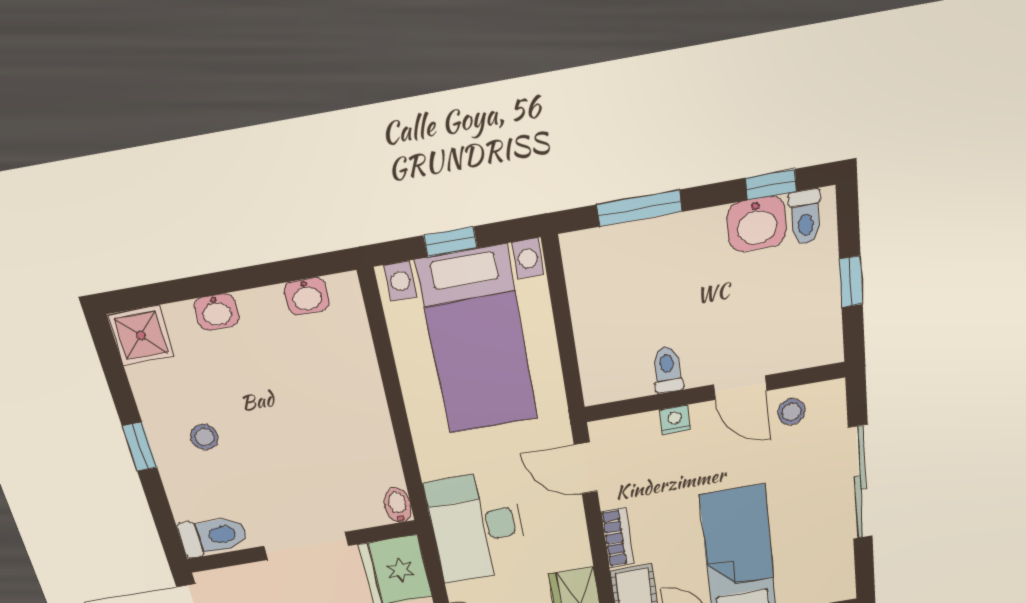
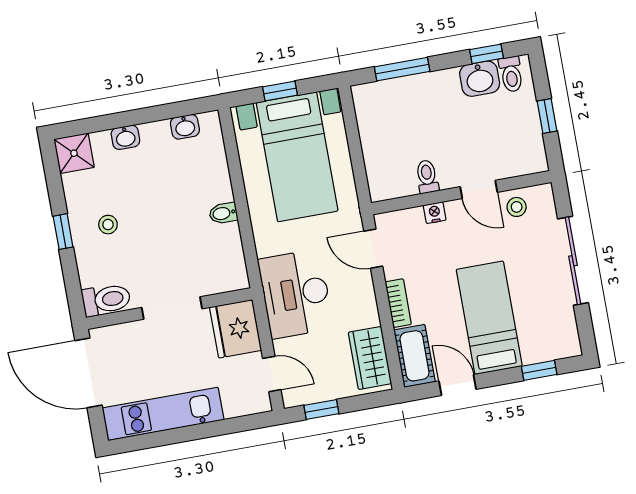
bidet: (398, 505) -> (223, 213), moved, turned -90

